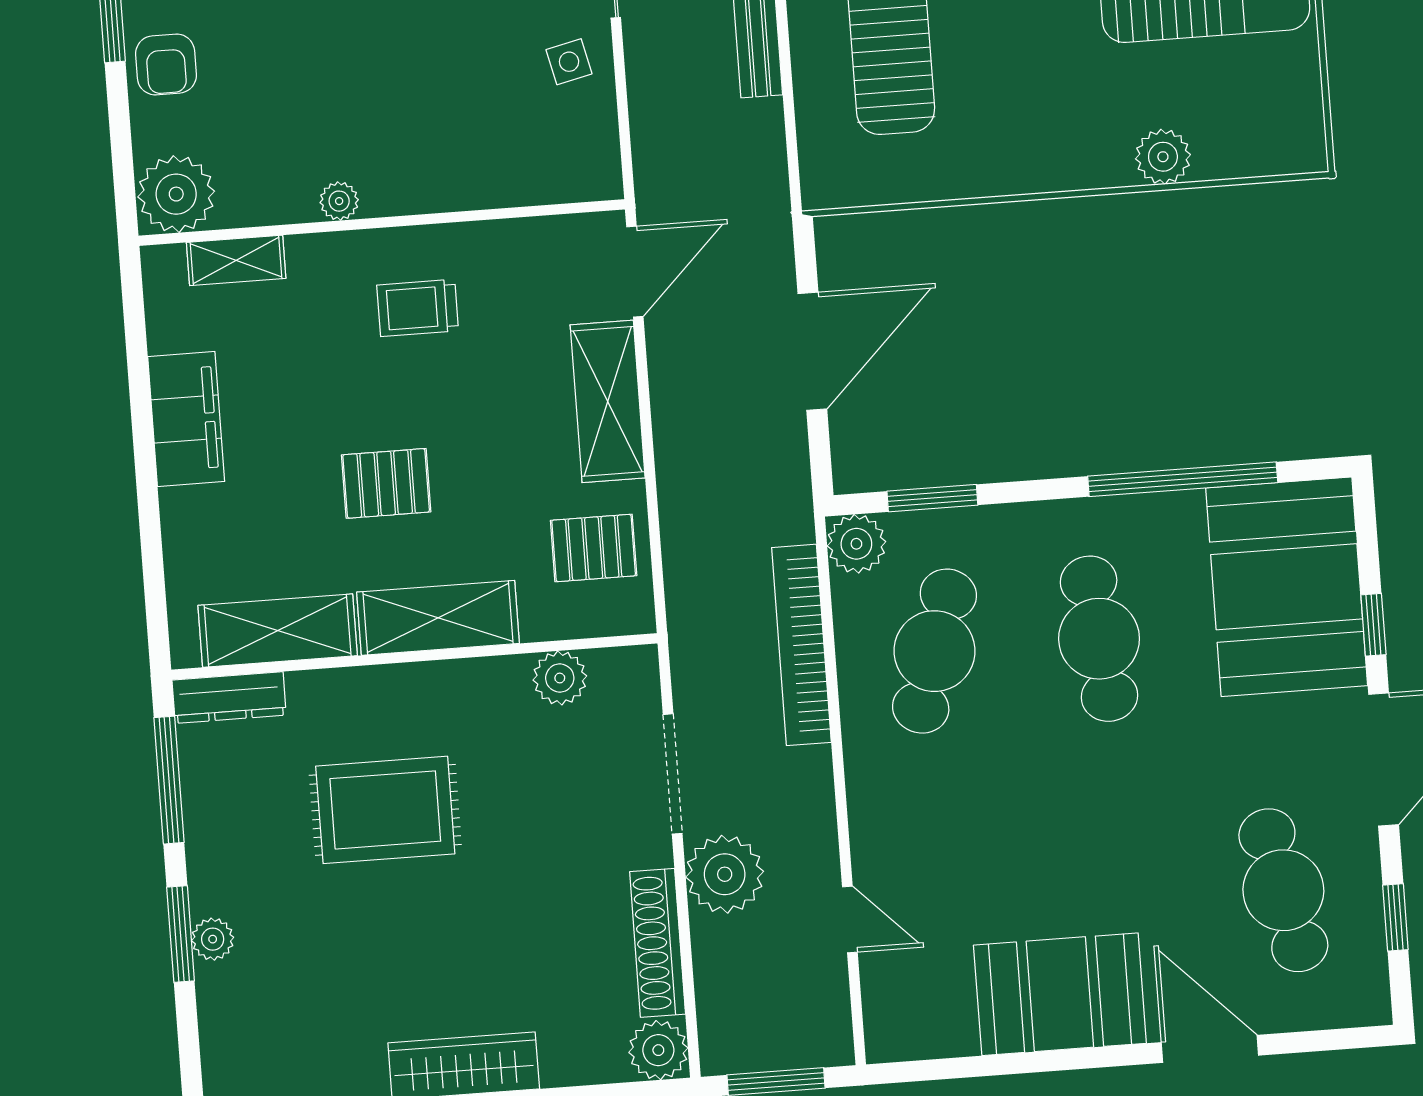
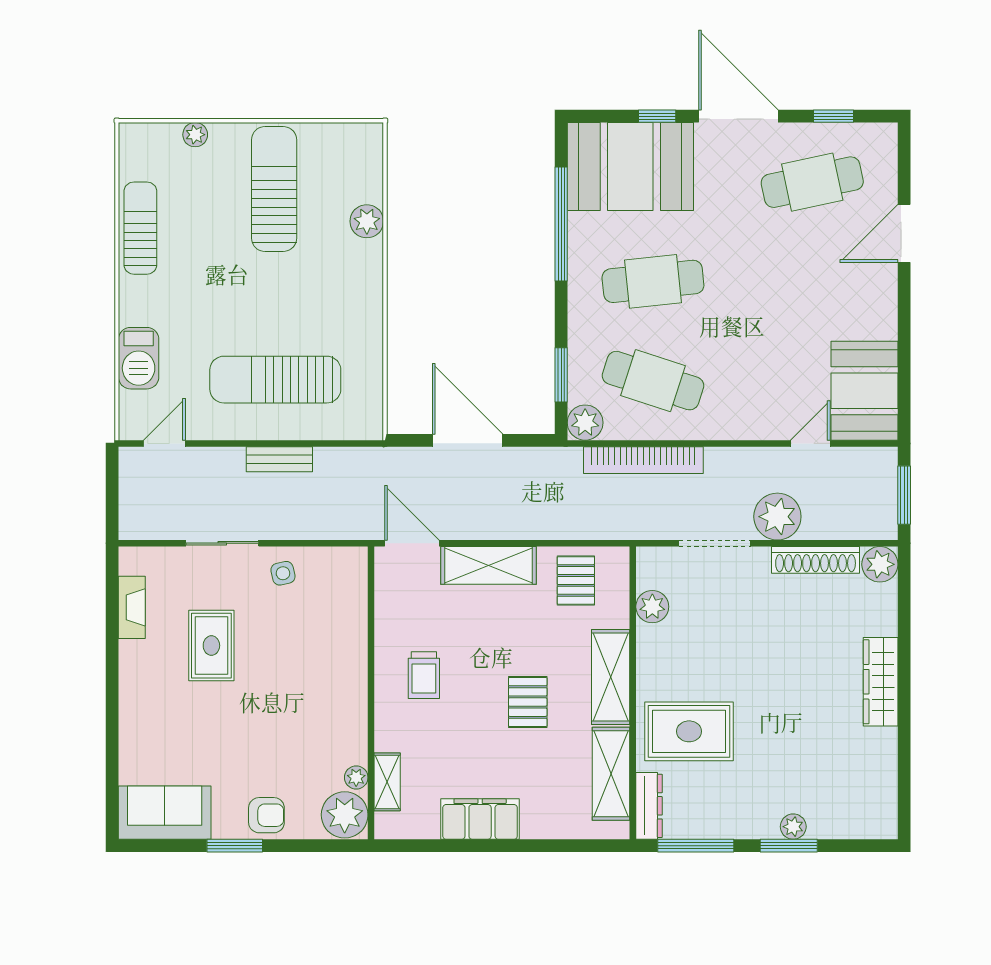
plant: (339, 201) -> (356, 777), moved
rug: (385, 810) -> (689, 731), moved, turned 90
booth: (1060, 994) -> (865, 391), moved

